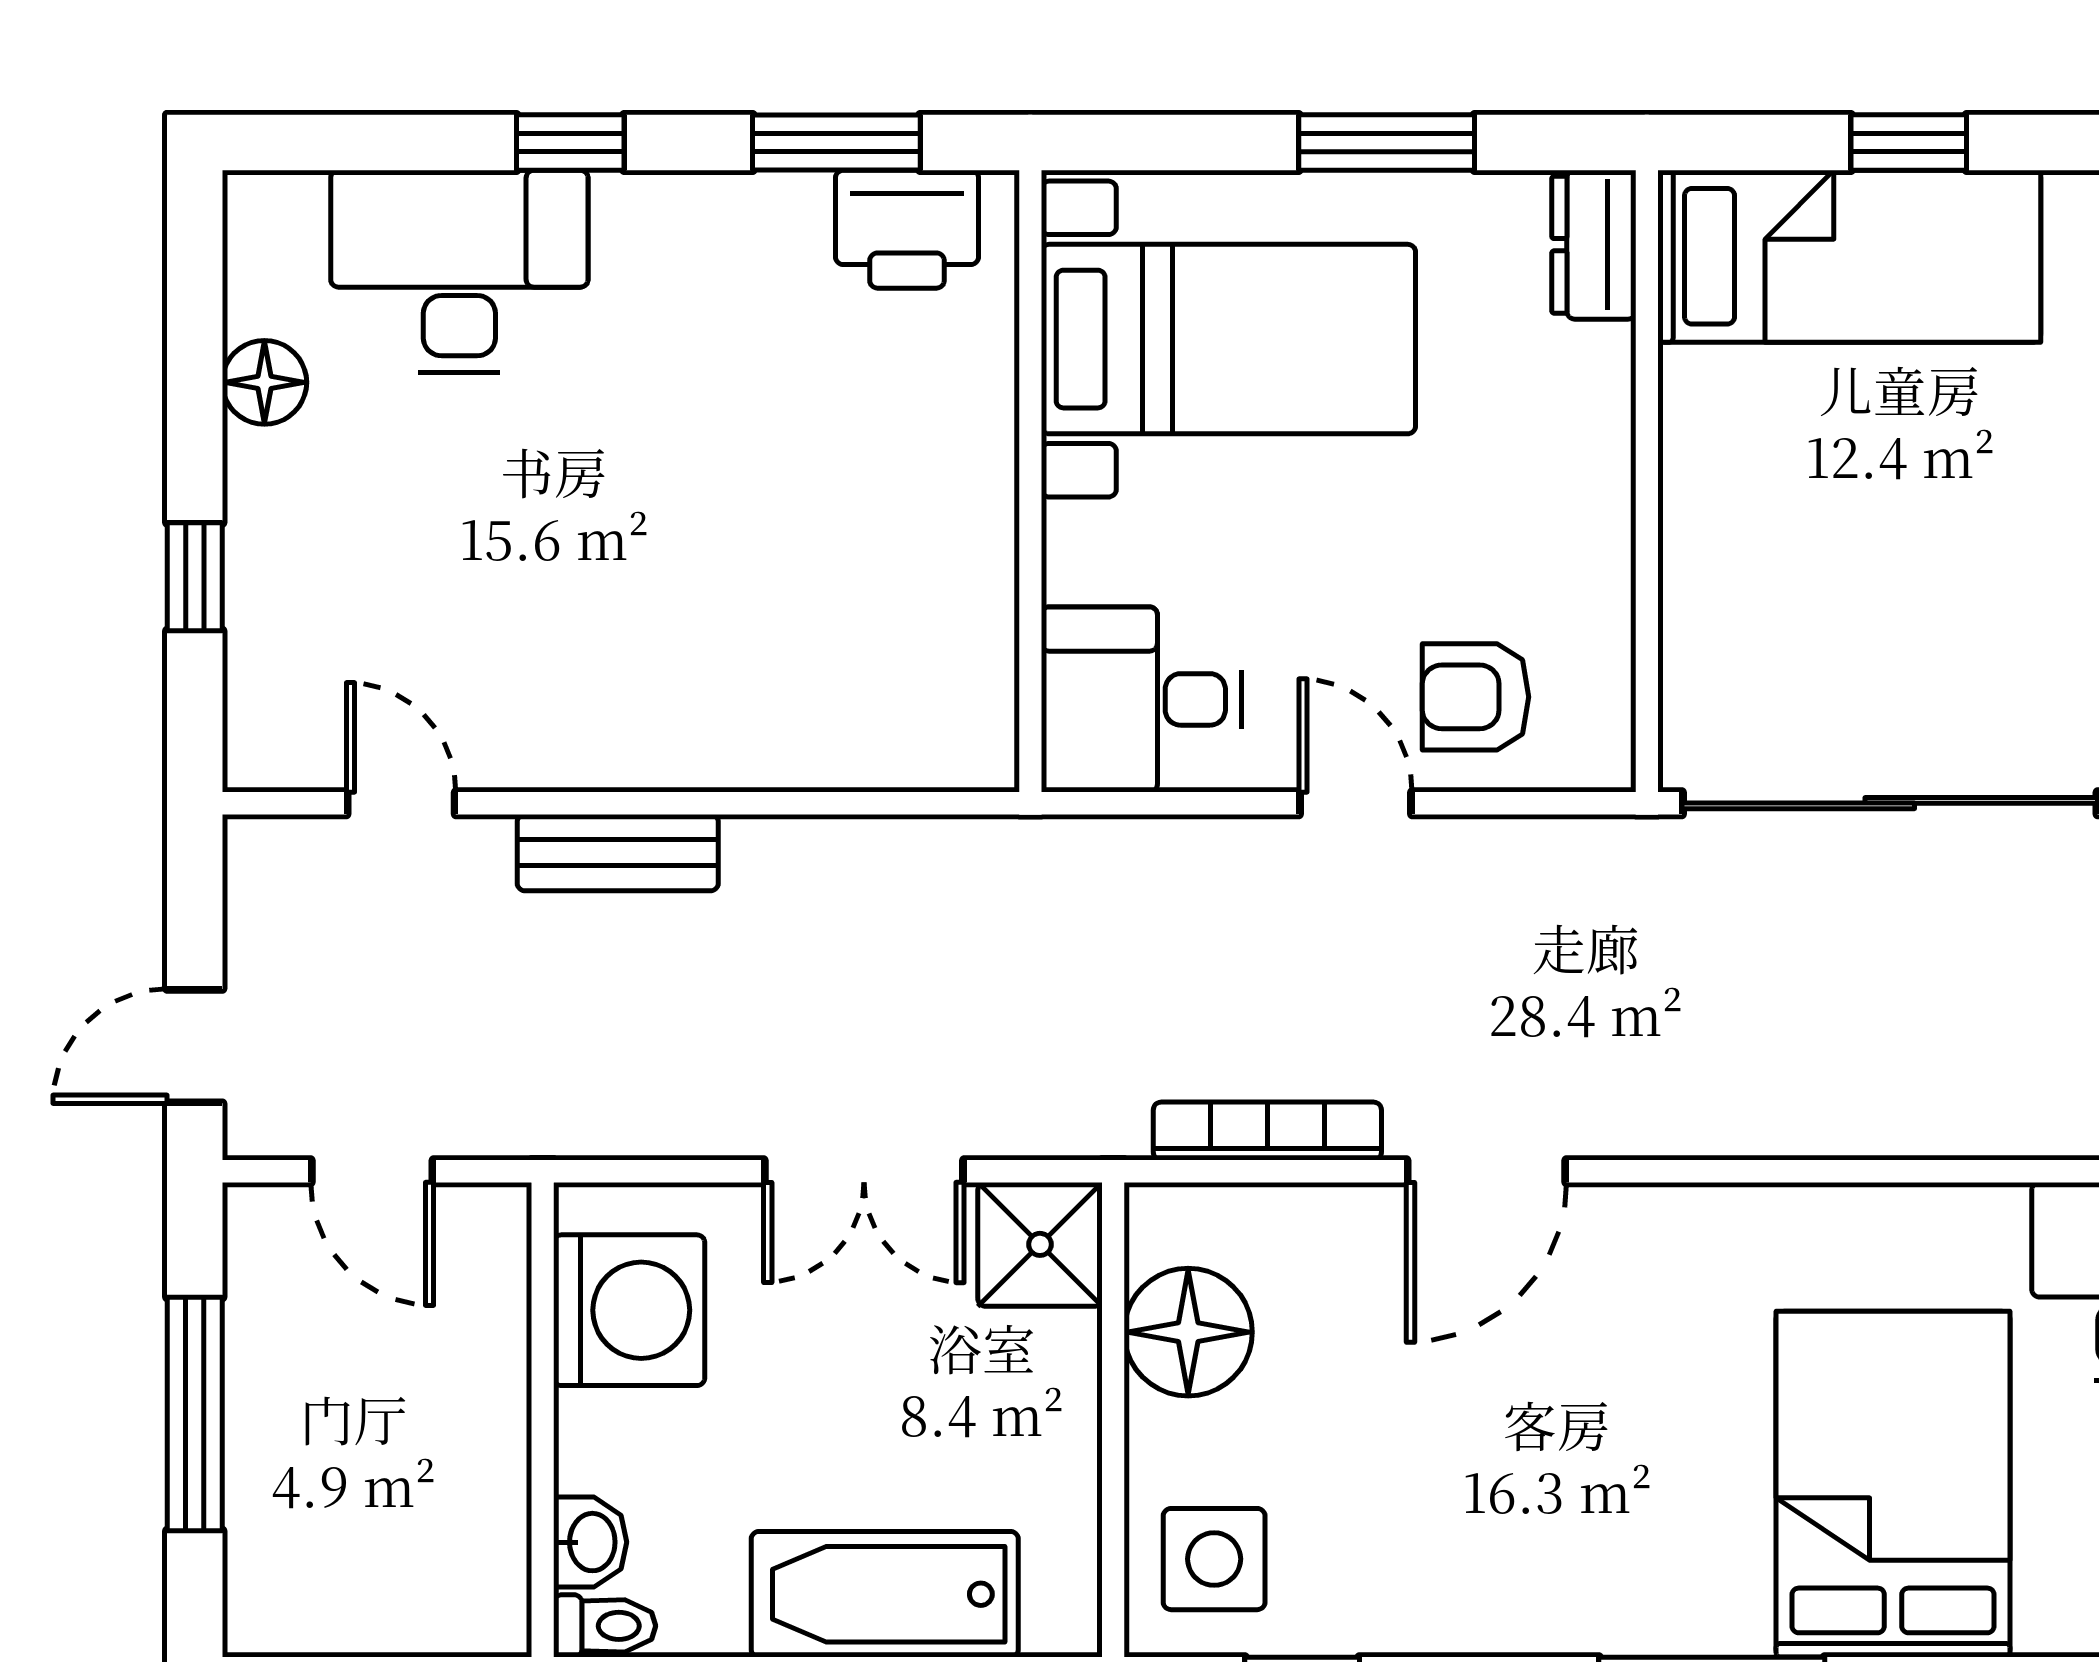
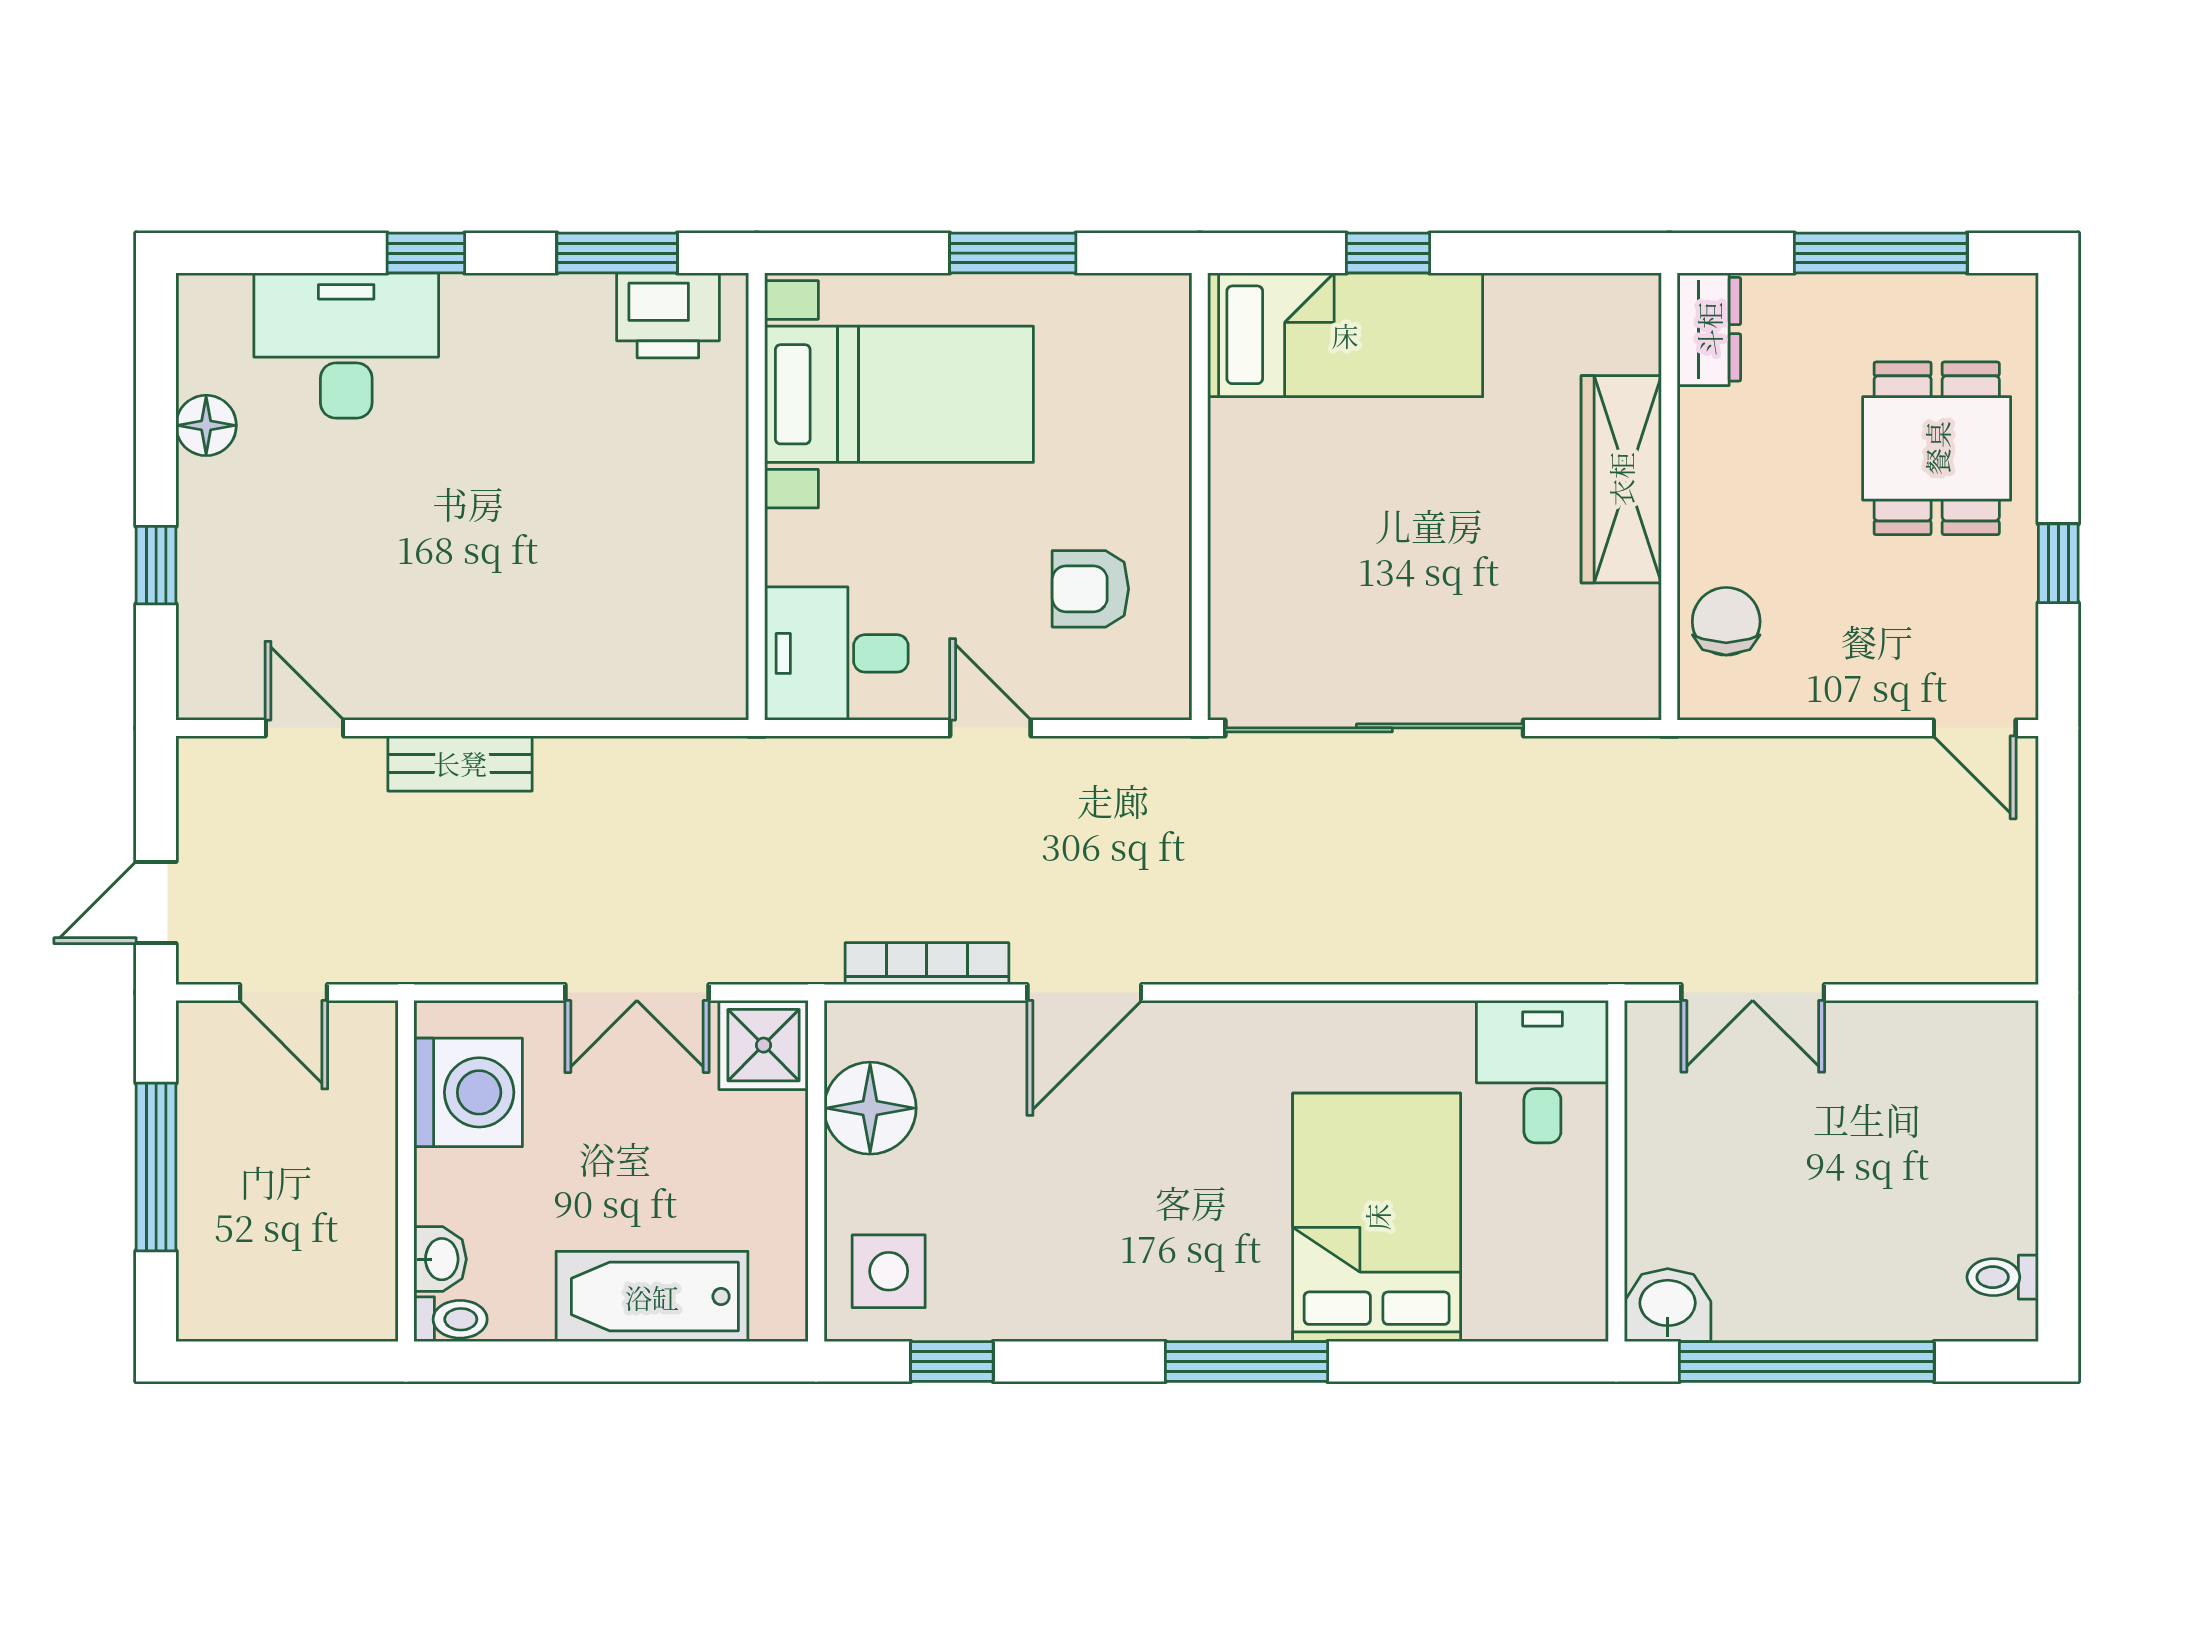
dresser: (1594, 245) -> (1162, 327), removed
armchair: (1476, 697) -> (1090, 589), moved

